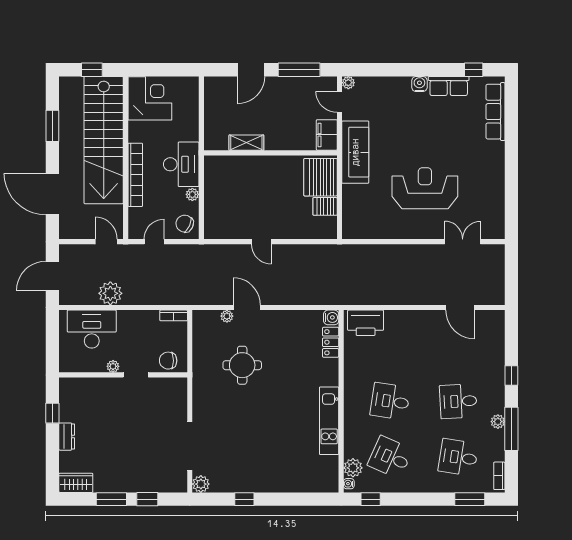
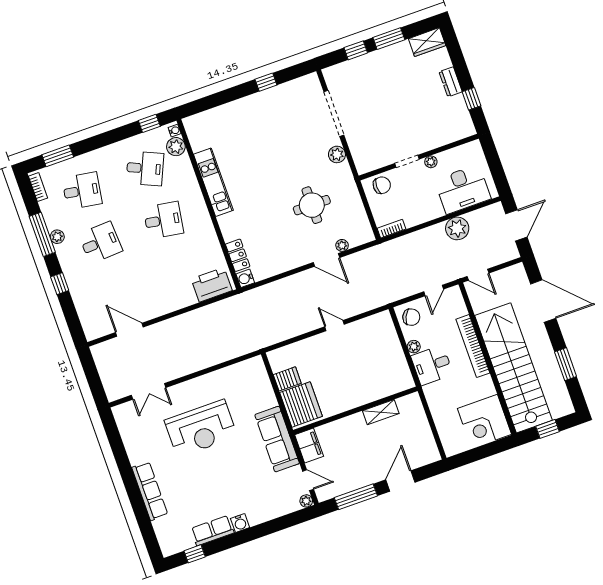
row of seats: (495, 112) -> (150, 491), moved
desk: (181, 164) -> (432, 365), width x0.73
plant: (201, 484) -> (337, 154), moved

